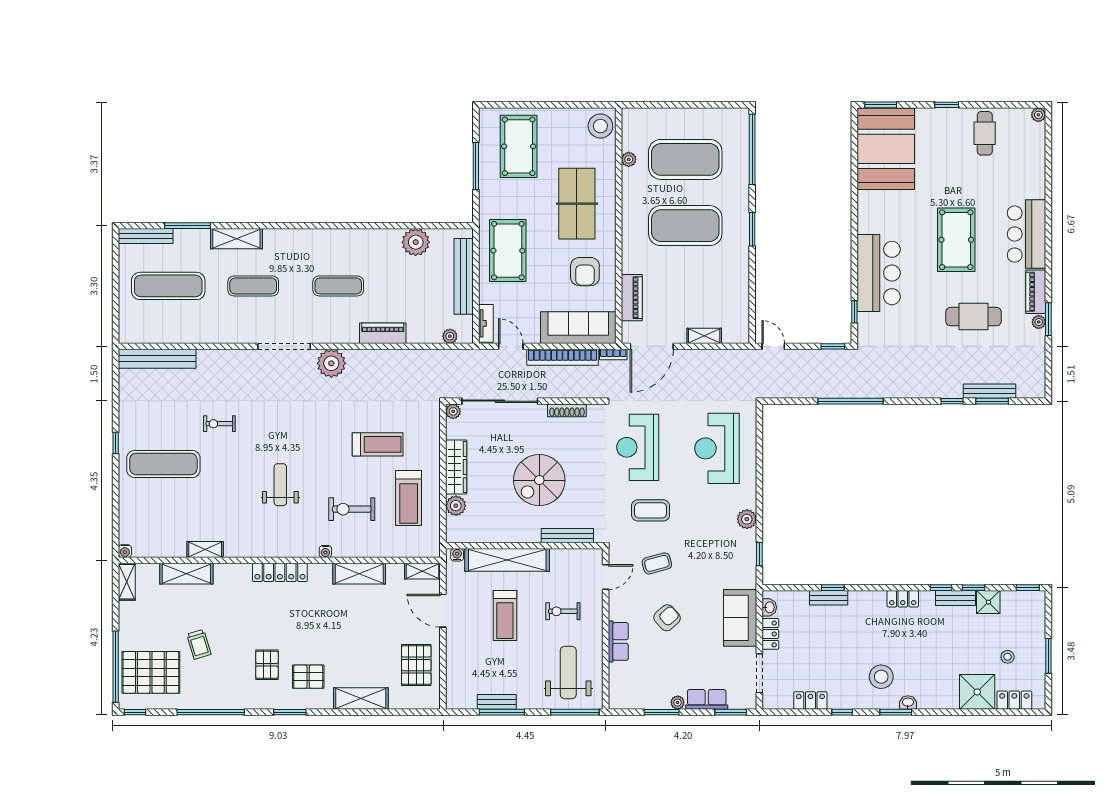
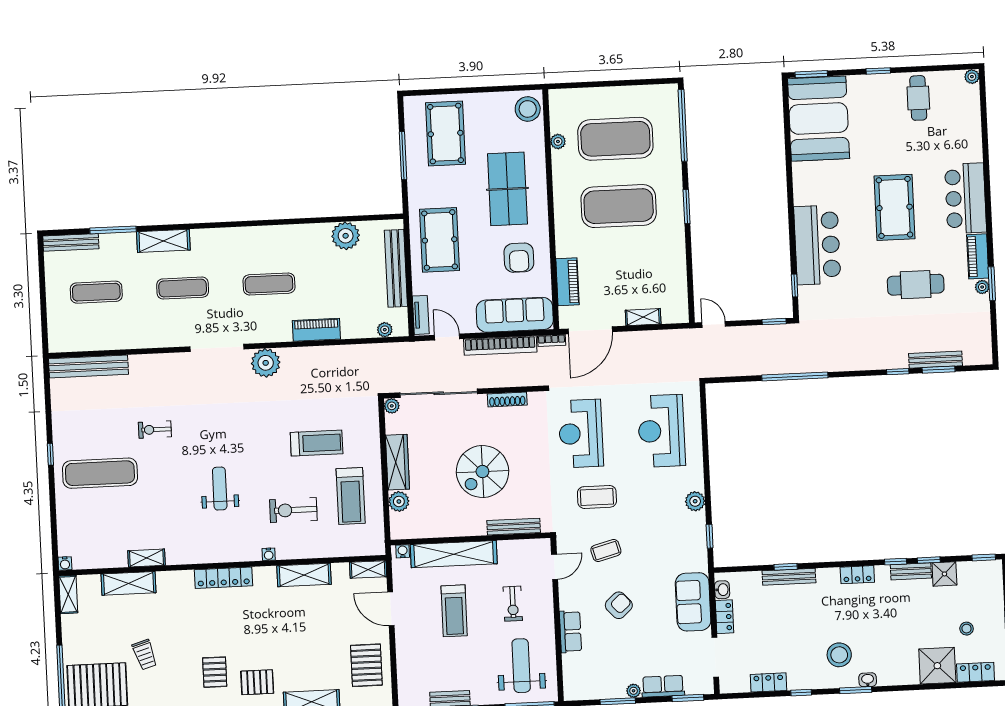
exercise mat: (168, 286) -> (96, 292), width x0.73, depth x0.69
bench: (829, 598) -> (789, 577), width x1.36
exercise bike: (563, 611) -> (513, 604), turned -90

